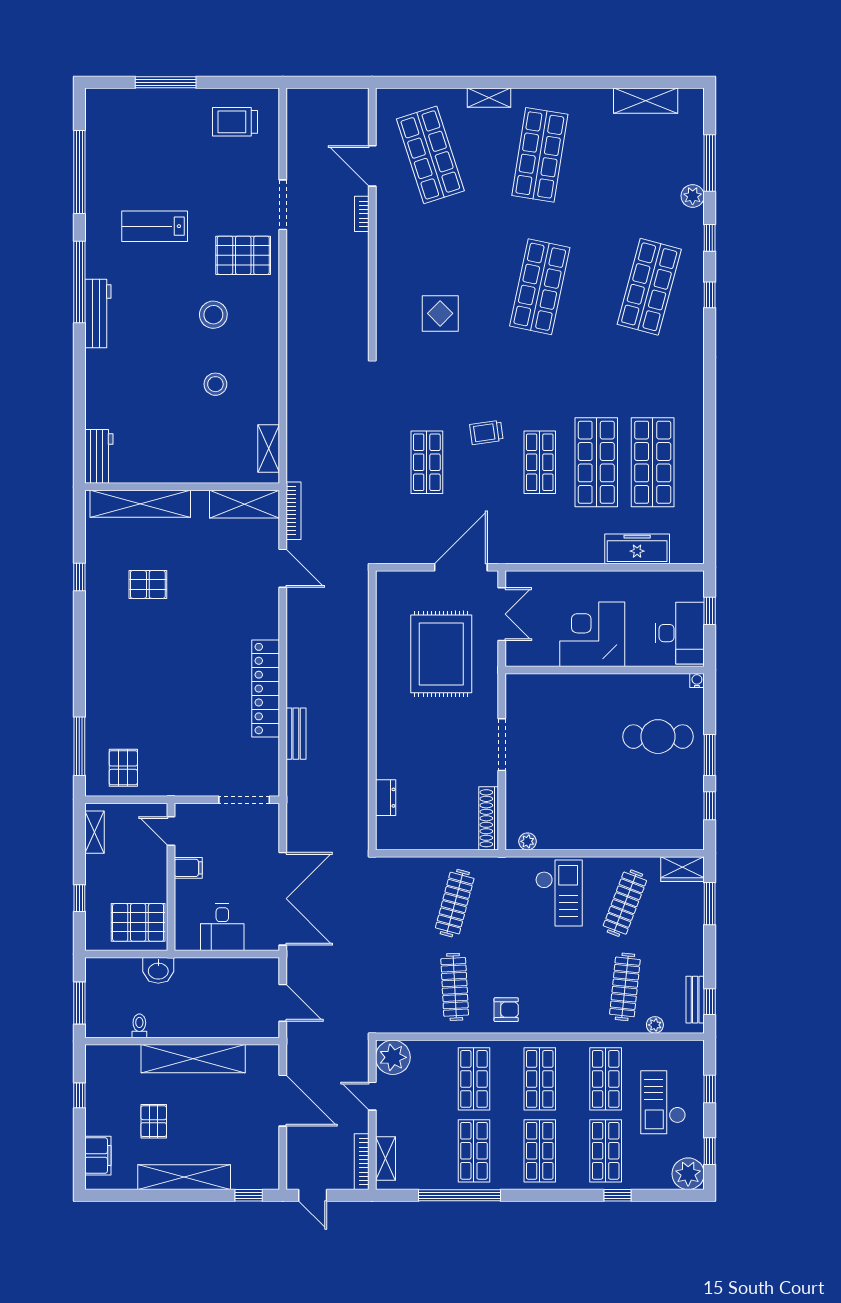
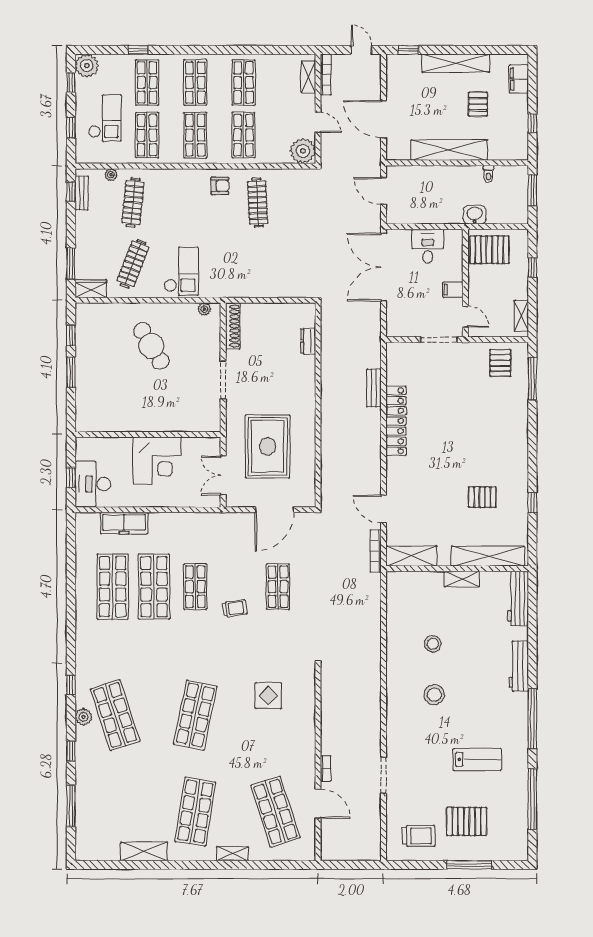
shelving: (646, 101) -> (144, 851), moved
plant: (693, 196) -> (83, 717), moved
pallet: (243, 255) -> (467, 821), moved
shop shelf: (649, 287) -> (115, 715), turned -33
window: (710, 295) -> (71, 685), moved
workbench: (98, 314) -> (519, 666), moved
shelving: (269, 449) -> (462, 579), moved, turned 90
workbench: (99, 456) -> (518, 598), width x1.38
door: (461, 567) -> (275, 510), moved
desk: (680, 633) -> (93, 484), moved
water cooler: (697, 681) -> (80, 427), removed
cafe table: (658, 737) -> (151, 346), moved, turned 59
doorway: (244, 800) -> (439, 340), moved
checkout: (559, 893) -> (181, 271), turned 180
clothes rail: (455, 903) -> (258, 264), removed
armchair: (506, 1010) -> (220, 186), turned 180
window: (460, 1195) -> (254, 50), removed

